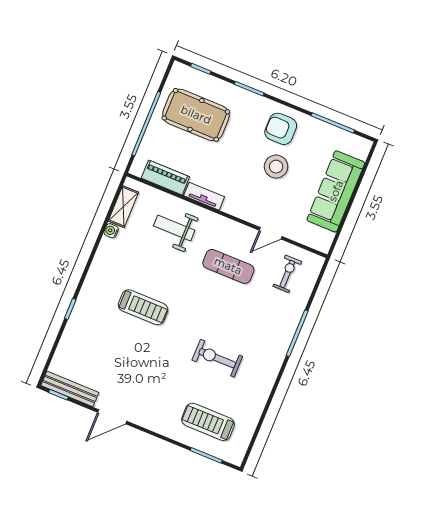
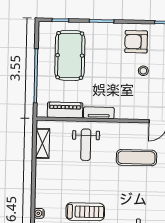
pool table: (196, 115) -> (70, 55), turned 90
stool: (276, 167) -> (143, 71), width x0.53, depth x0.53
weight bench: (174, 228) -> (86, 145), turned -90
water cooler: (111, 231) -> (39, 213), moved

